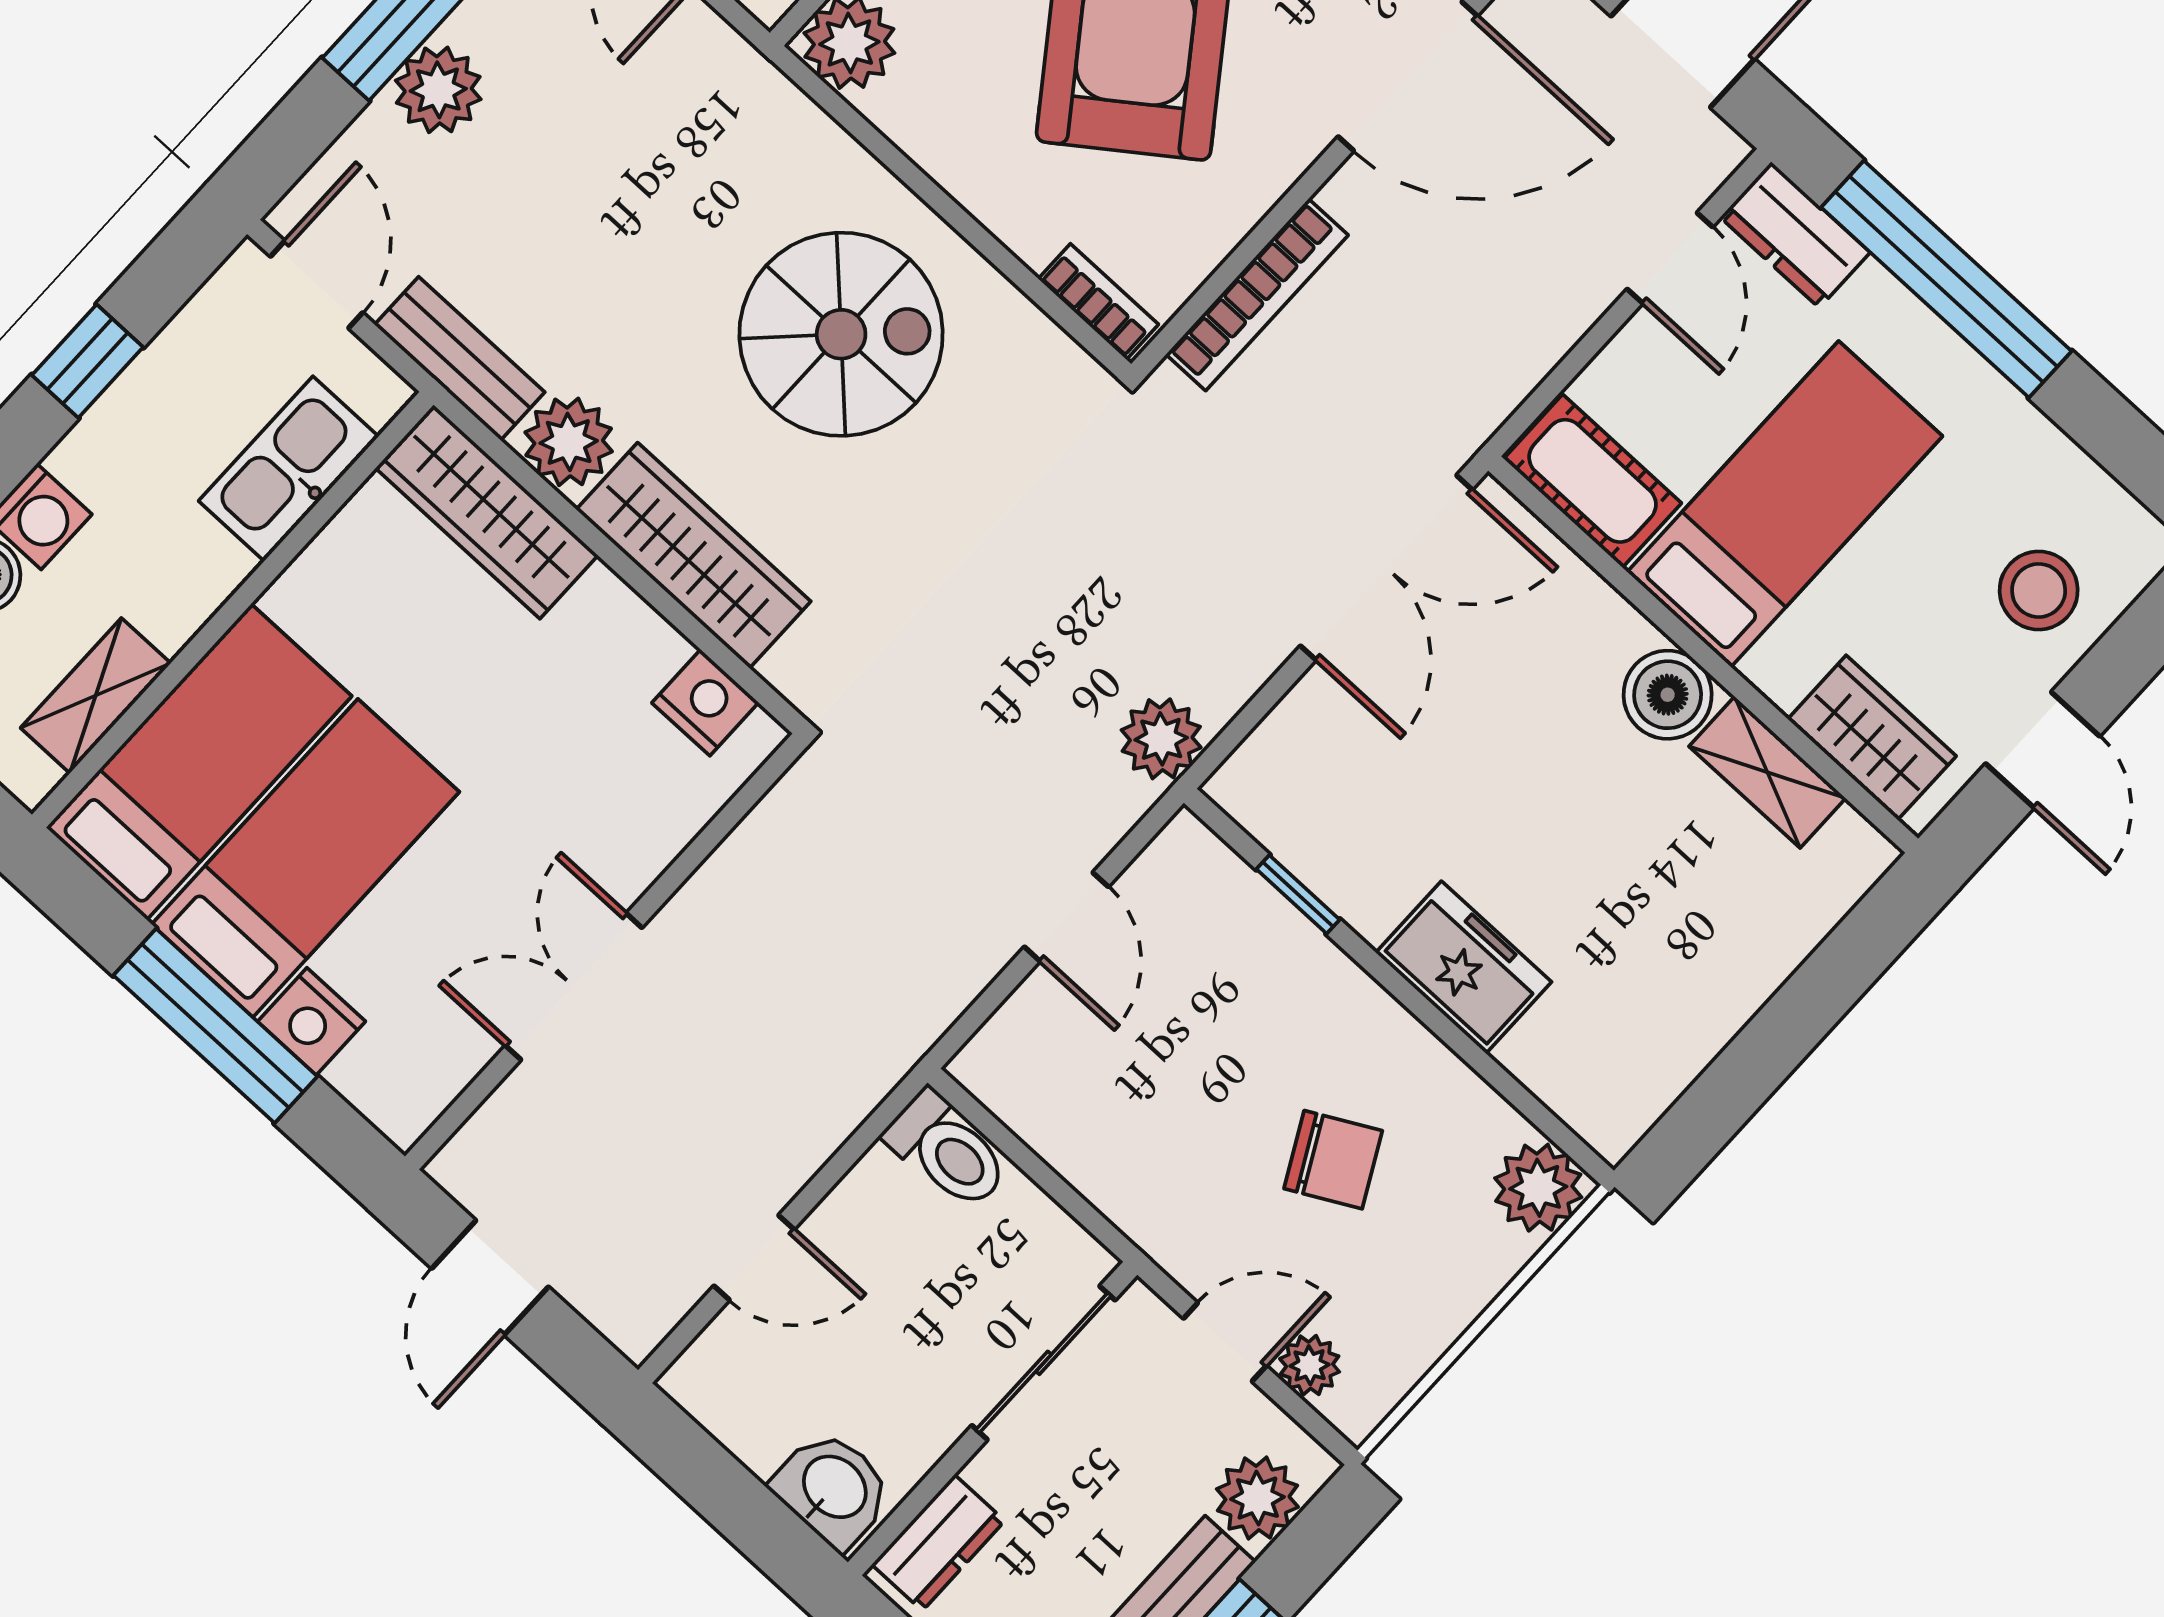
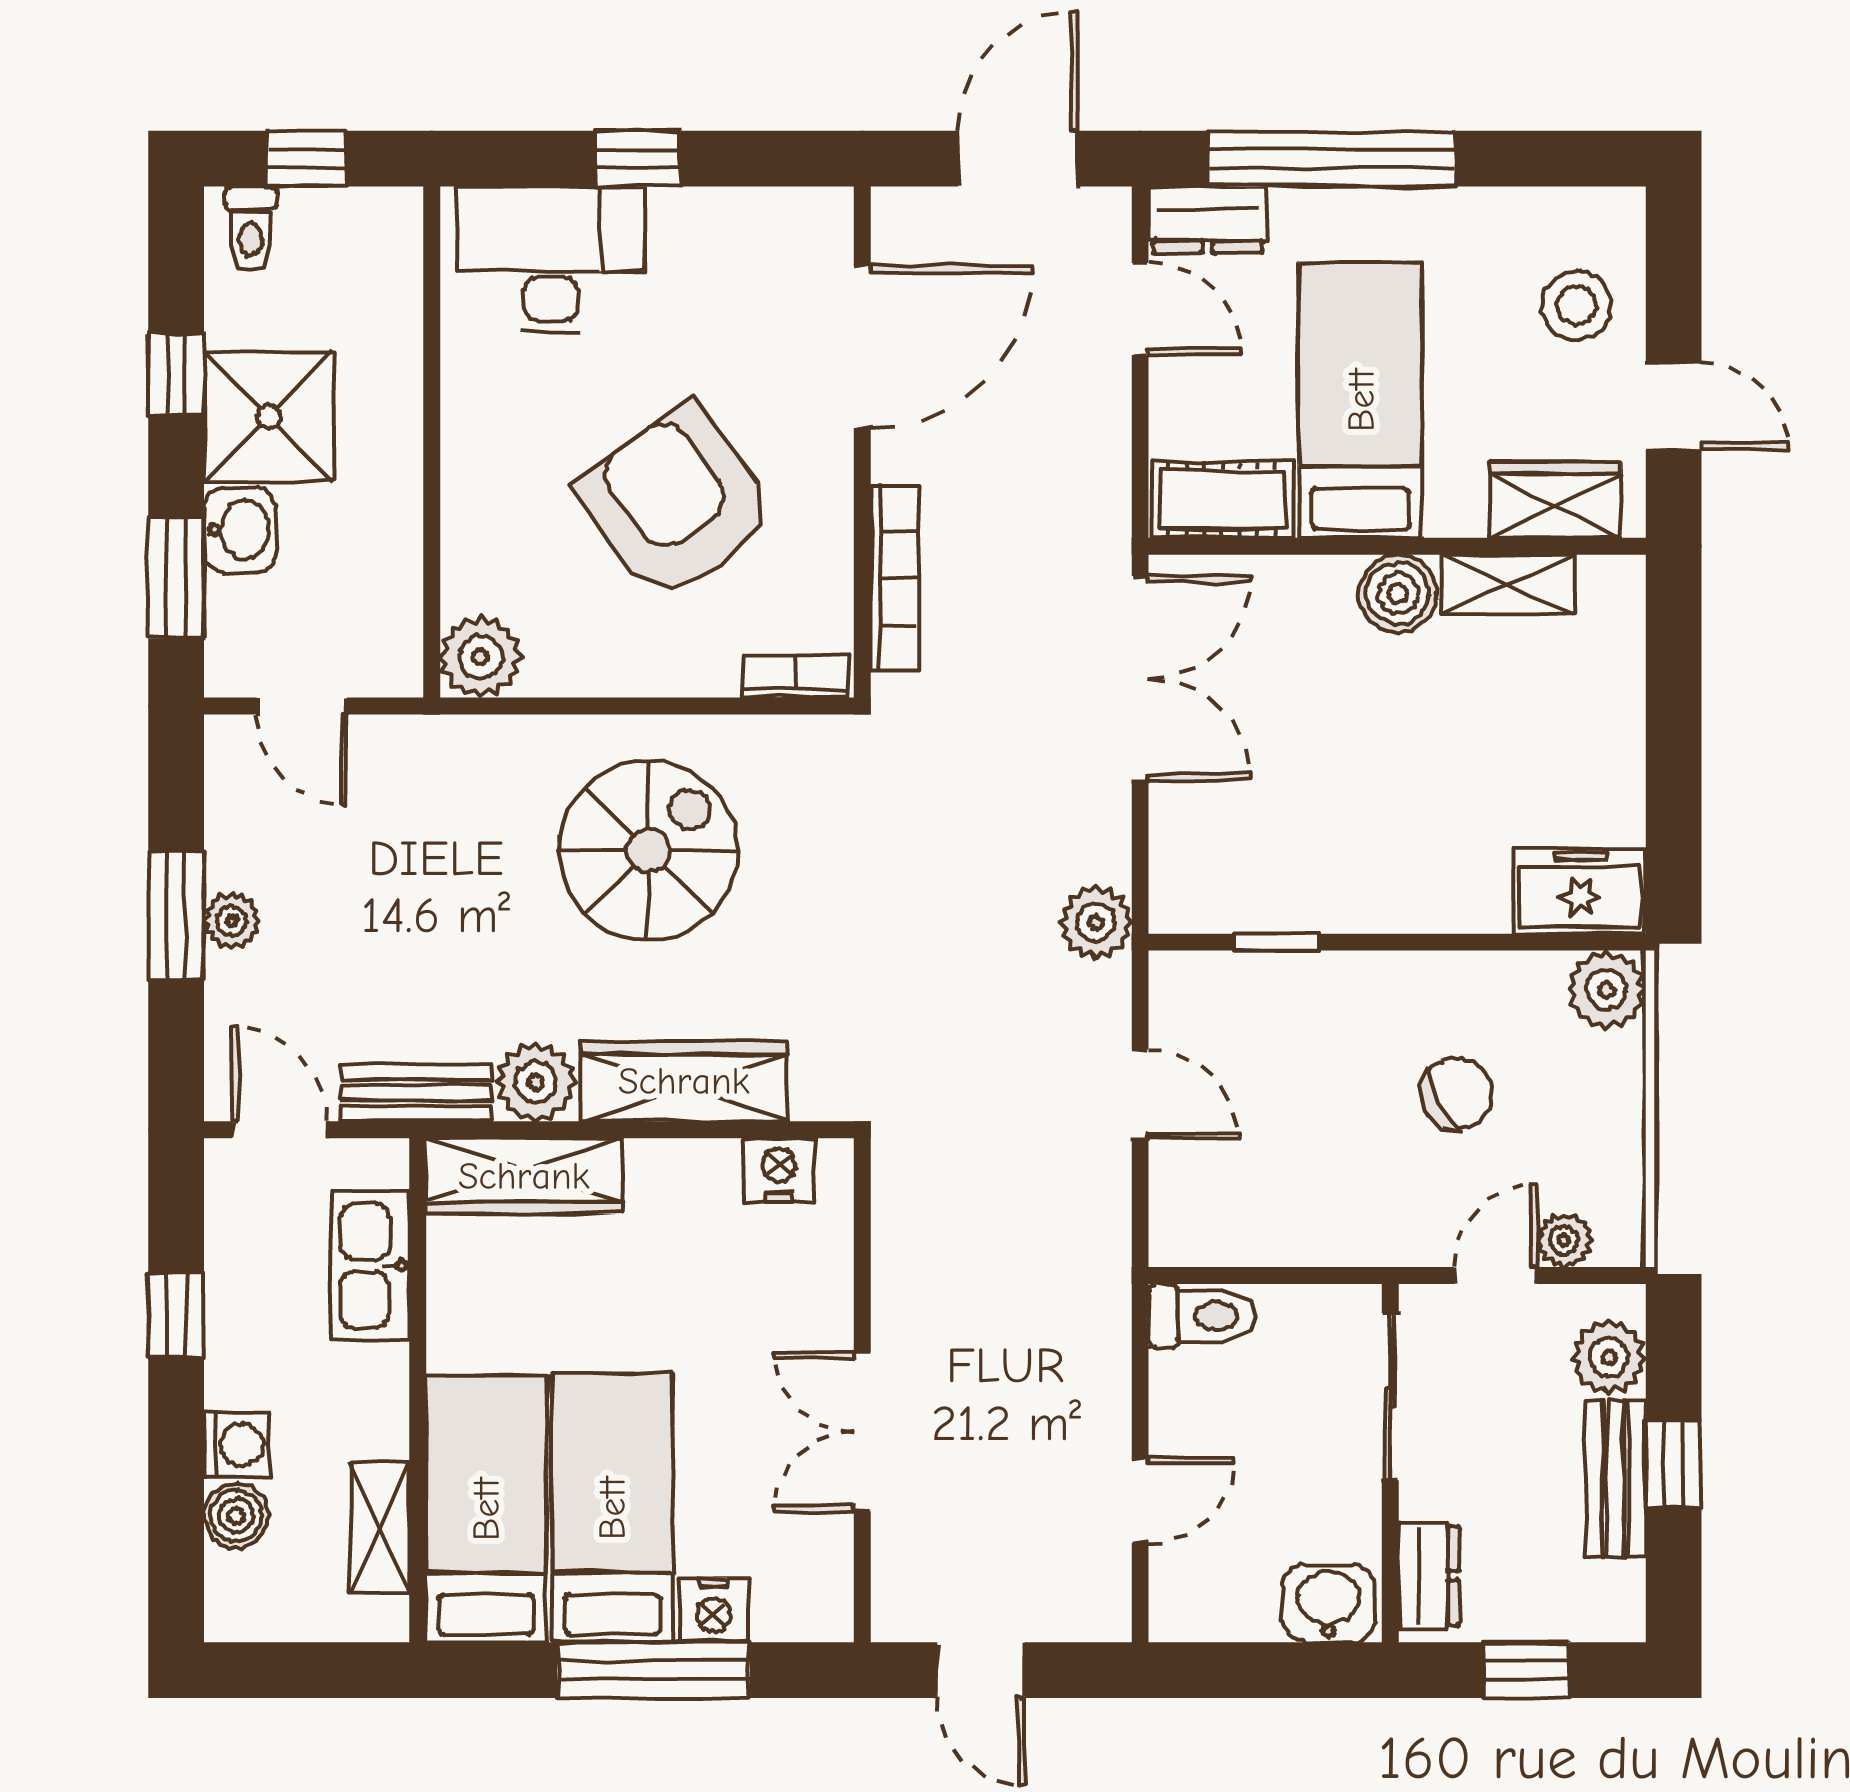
plant: (438, 90) -> (232, 921), width x0.73, depth x0.73
freezer: (1464, 967) -> (1580, 891), moved

